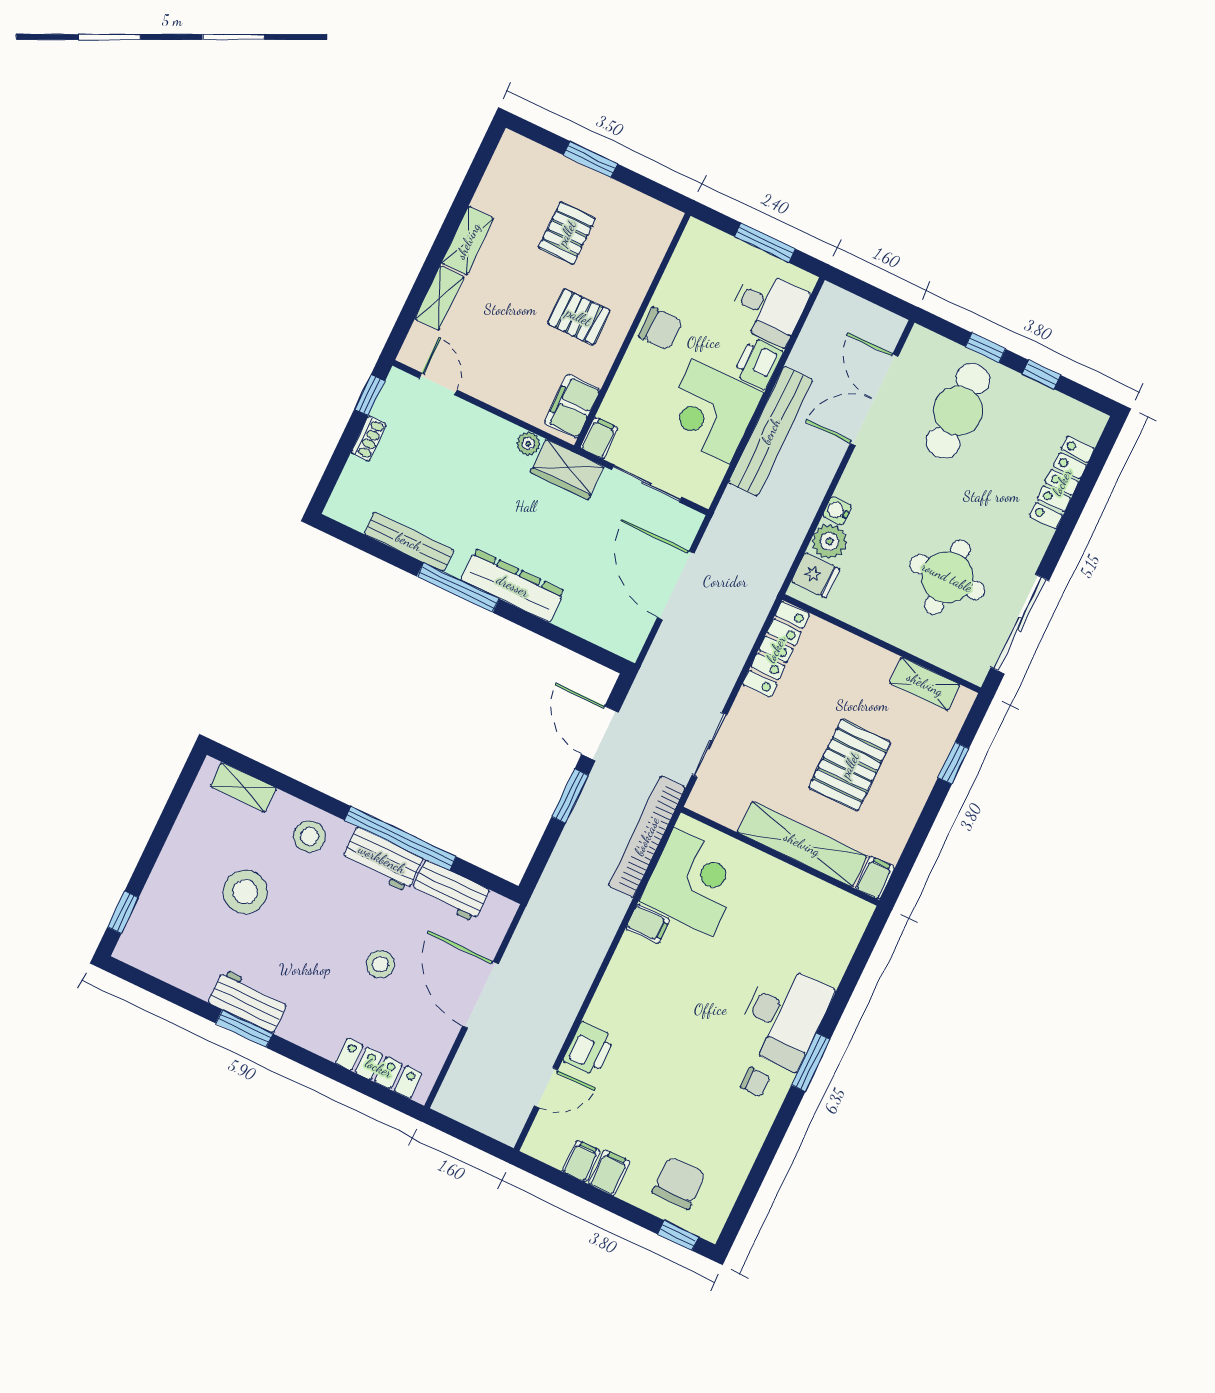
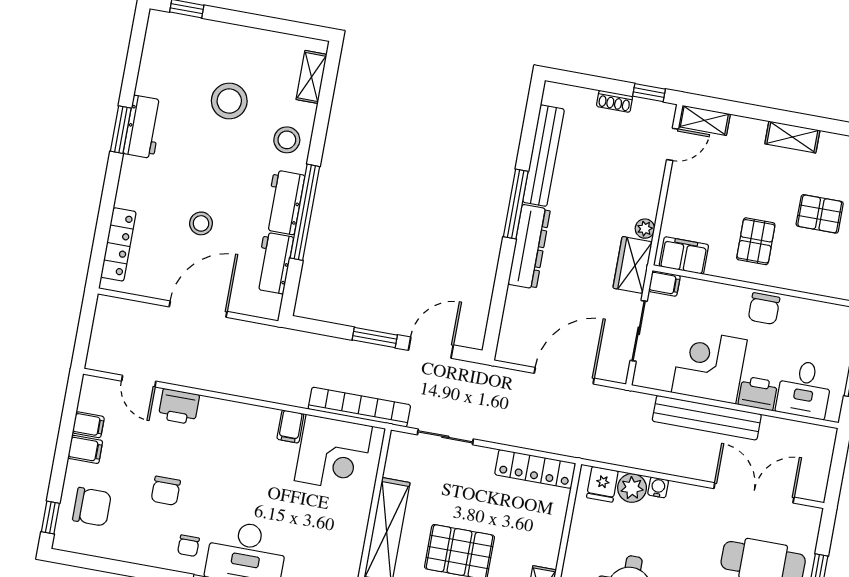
shelving: (439, 298) -> (704, 120), moved
bench: (409, 542) -> (543, 156), width x1.37, depth x1.21
chair: (684, 1091) -> (166, 491), added

